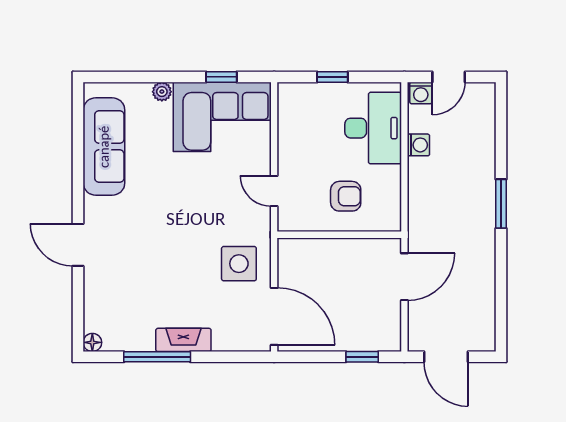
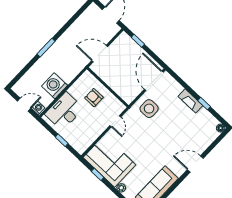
washing machine: (418, 145) -> (55, 86), width x1.89, depth x1.89
door: (78, 245) -> (195, 164), swing flipped
window: (157, 357) -> (204, 104), width x0.46

